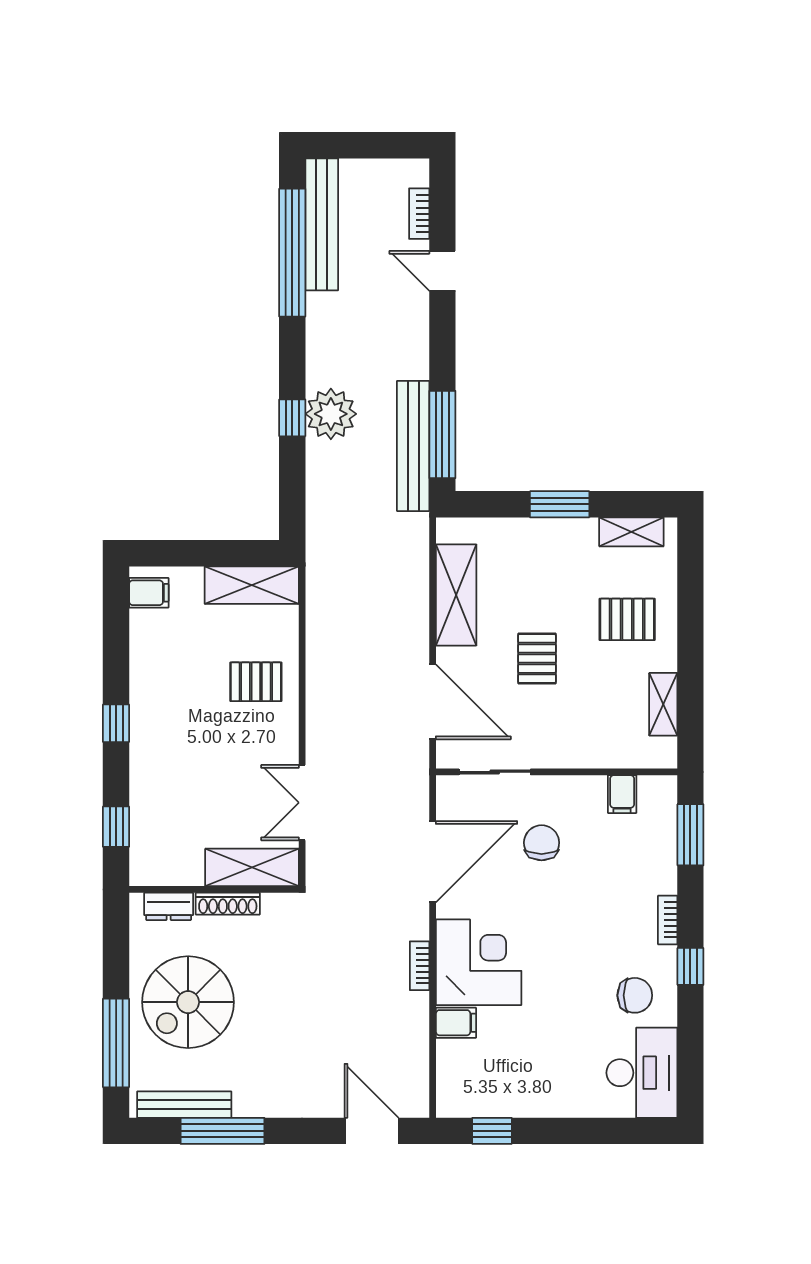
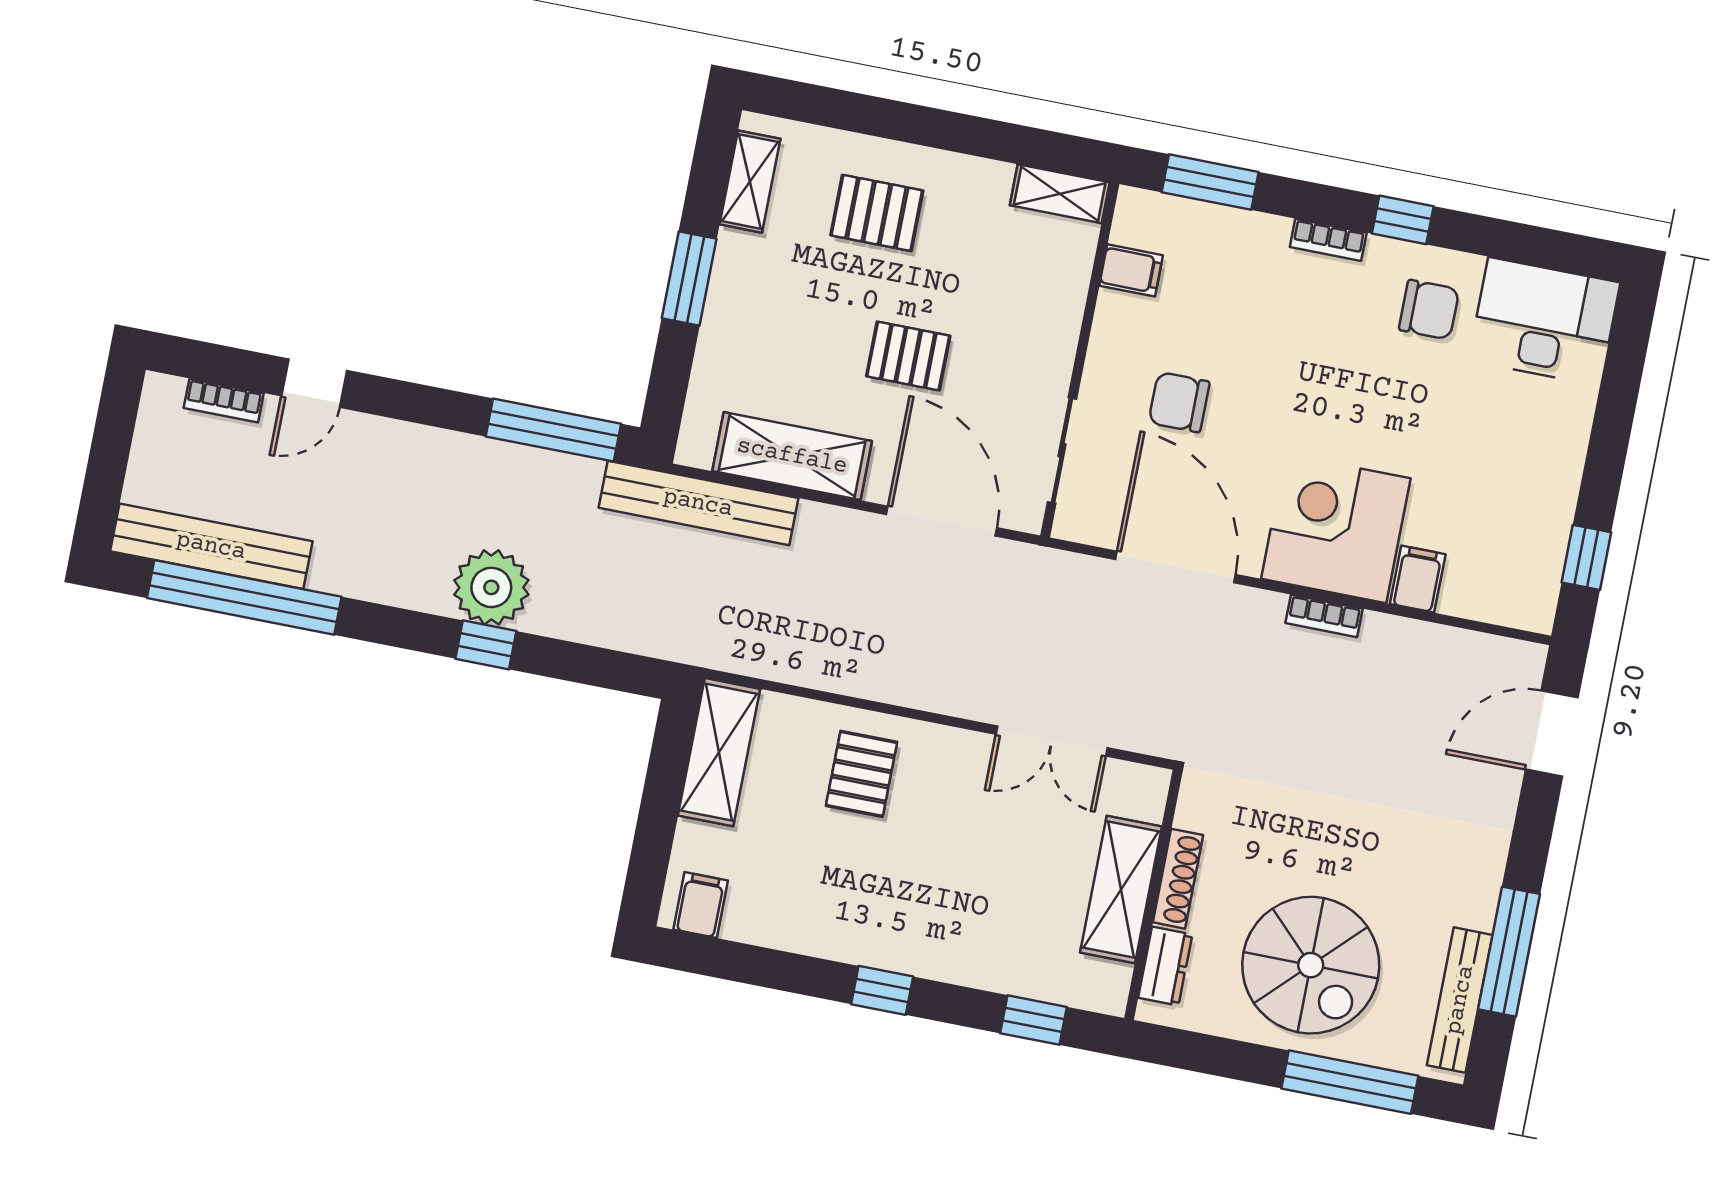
bench: (413, 446) -> (698, 503), moved
pallet: (627, 619) -> (877, 213), turned 90
door: (433, 702) -> (942, 521), hinge flipped
shelving: (663, 704) -> (1060, 194), moved
shelving: (252, 867) -> (1121, 890), moved
chair: (635, 995) -> (1429, 310), turned 90

